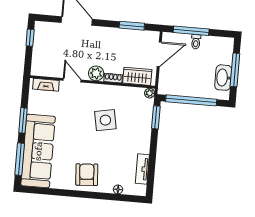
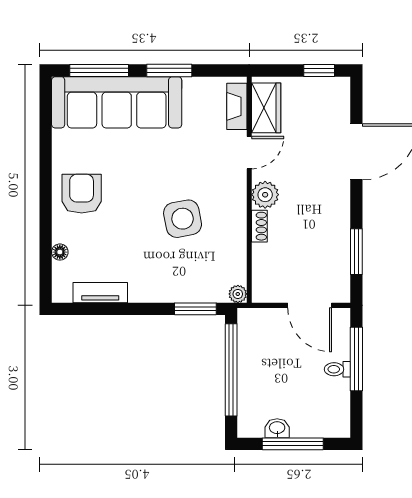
wardrobe: (137, 76) -> (266, 108), moved
washbasin: (223, 78) -> (277, 428), width x0.52, depth x0.69
armchair: (87, 175) -> (82, 194), turned -86

